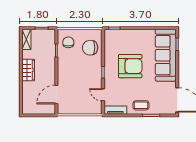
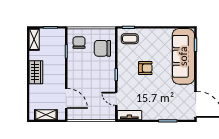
armchair: (130, 66) -> (145, 68), width x0.53, depth x0.53
door: (56, 95) -> (66, 98), swing flipped
coffee table: (141, 105) -> (130, 39), moved
shelving: (37, 110) -> (46, 115), added

